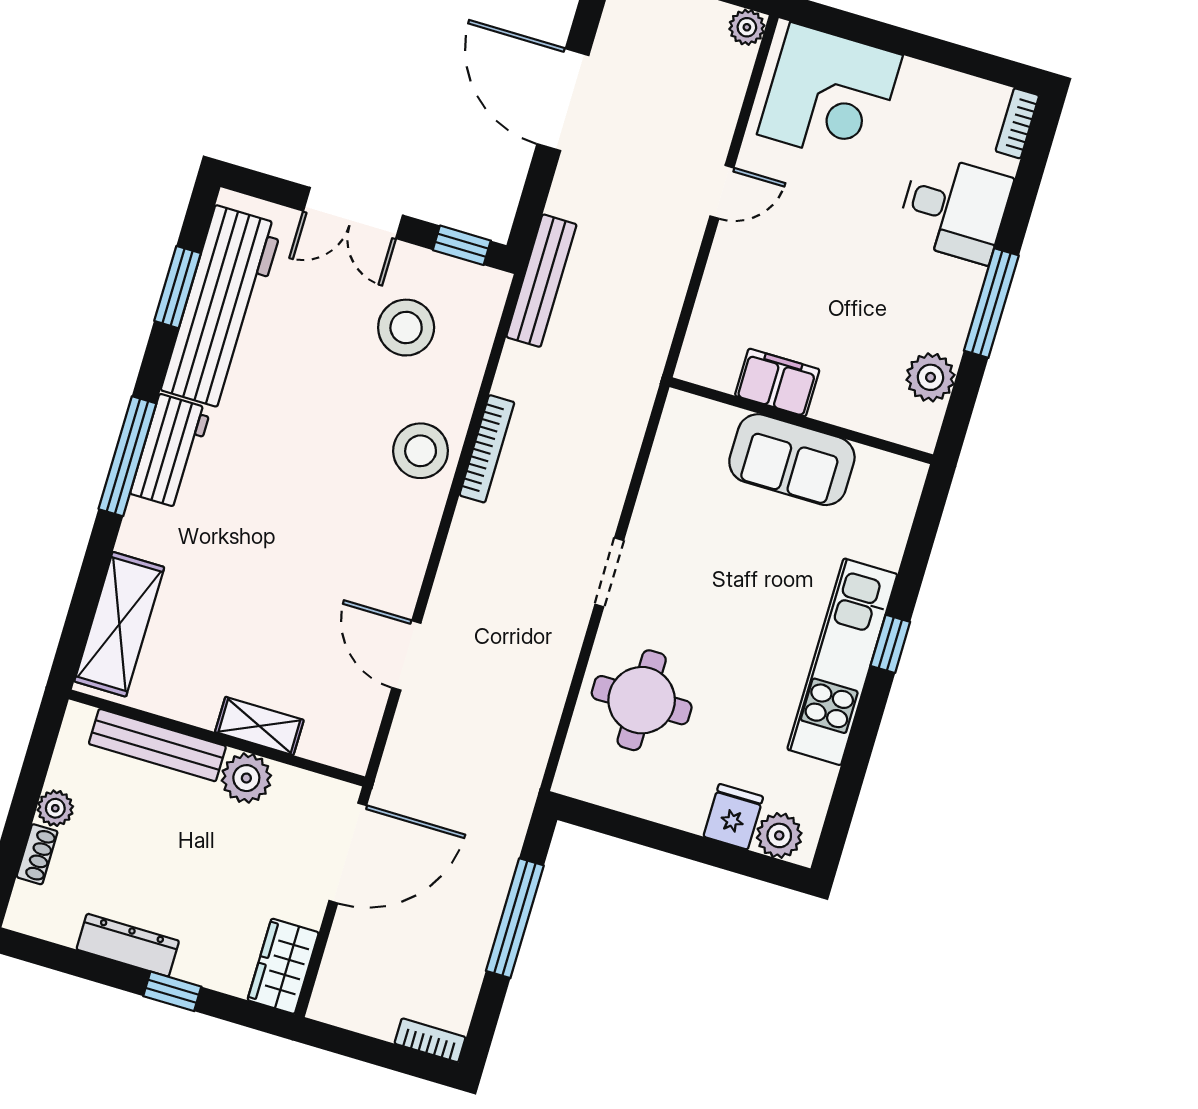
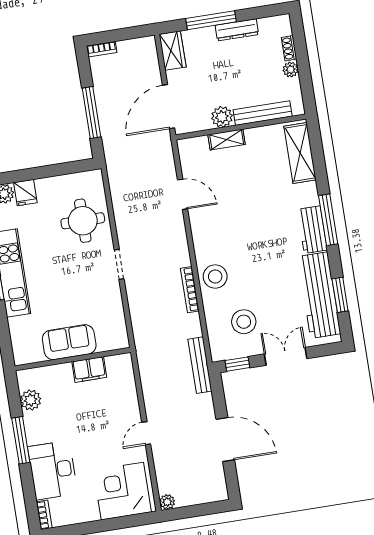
desk: (954, 208) -> (53, 470), width x1.37
window: (172, 991) -> (211, 20), width x2.17

